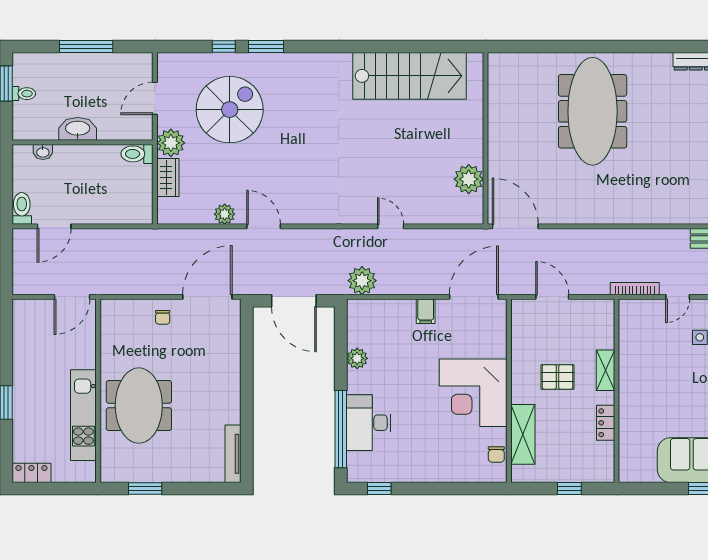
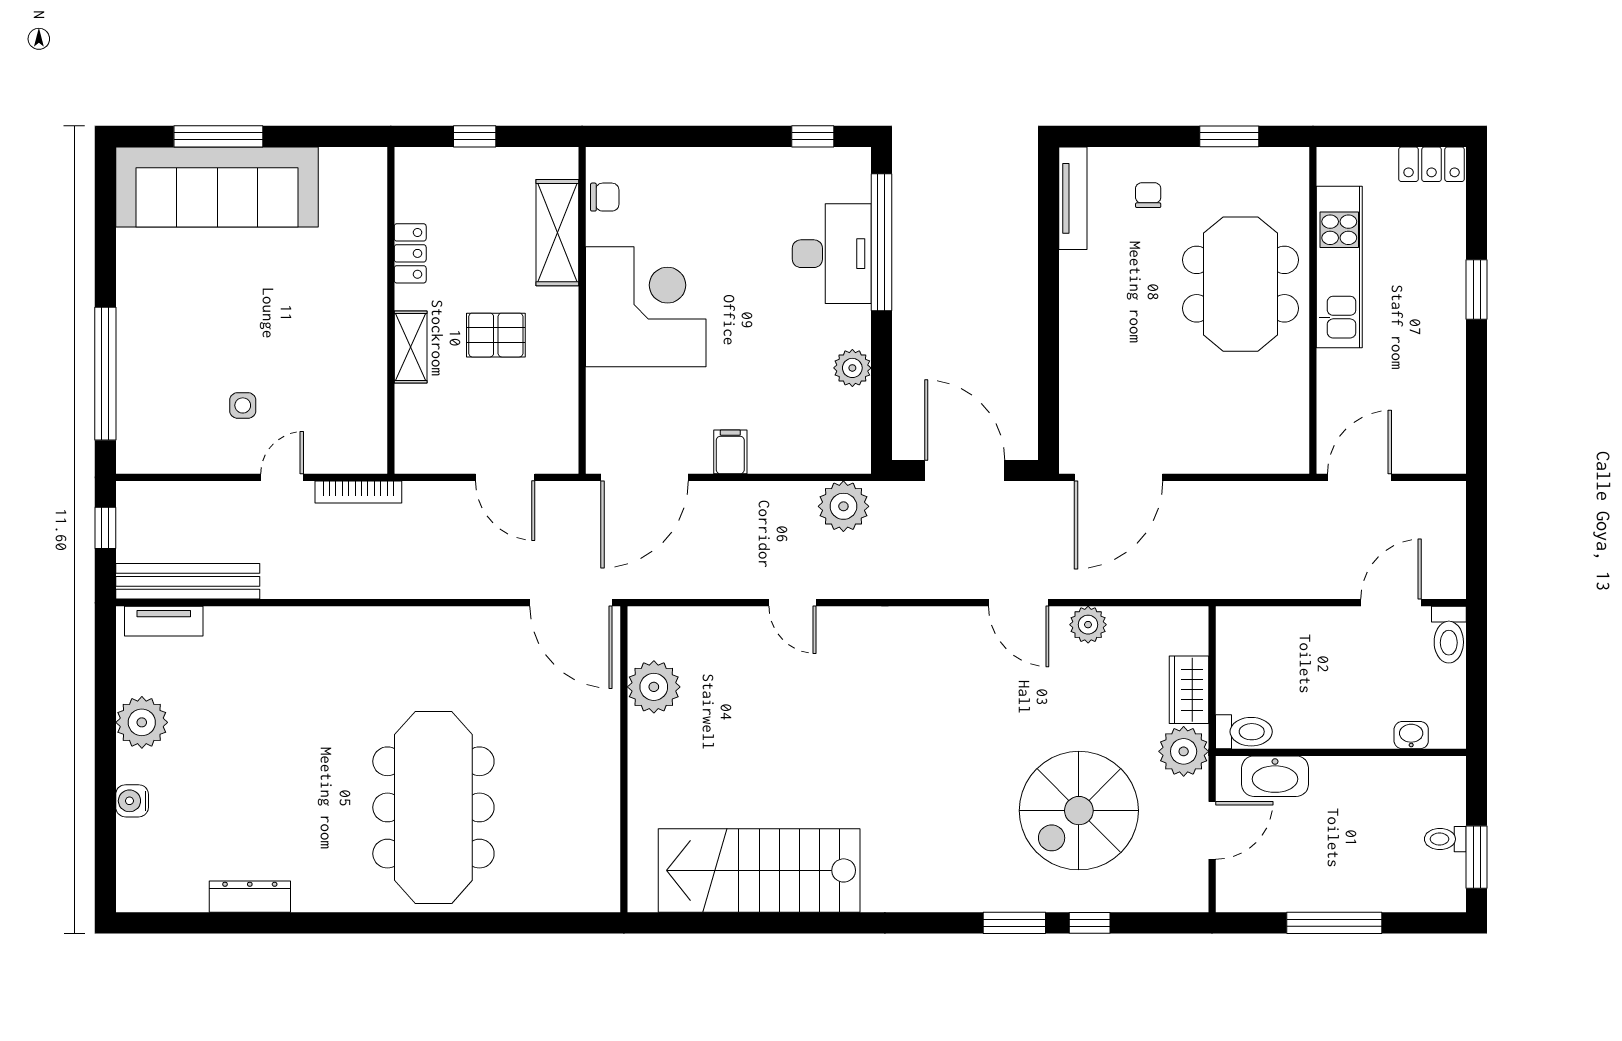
washbasin: (78, 129) -> (1275, 776), moved
chair: (163, 317) -> (1148, 195), moved
chair: (496, 454) -> (605, 197), turned 90

